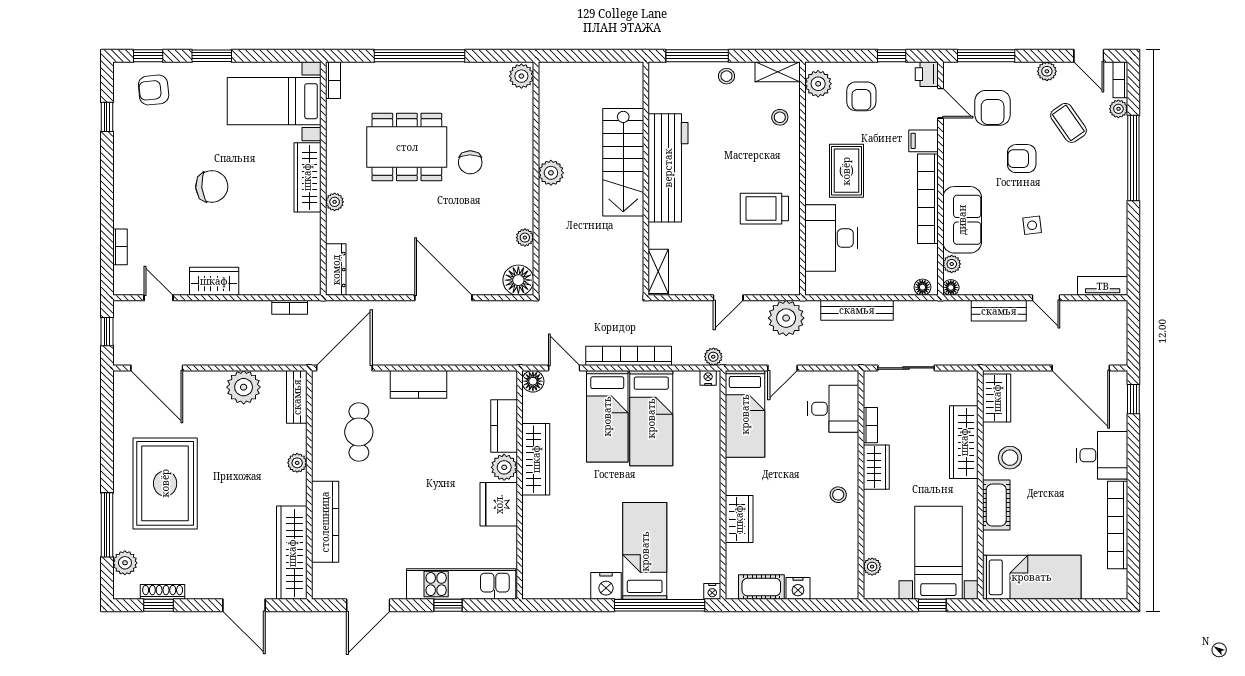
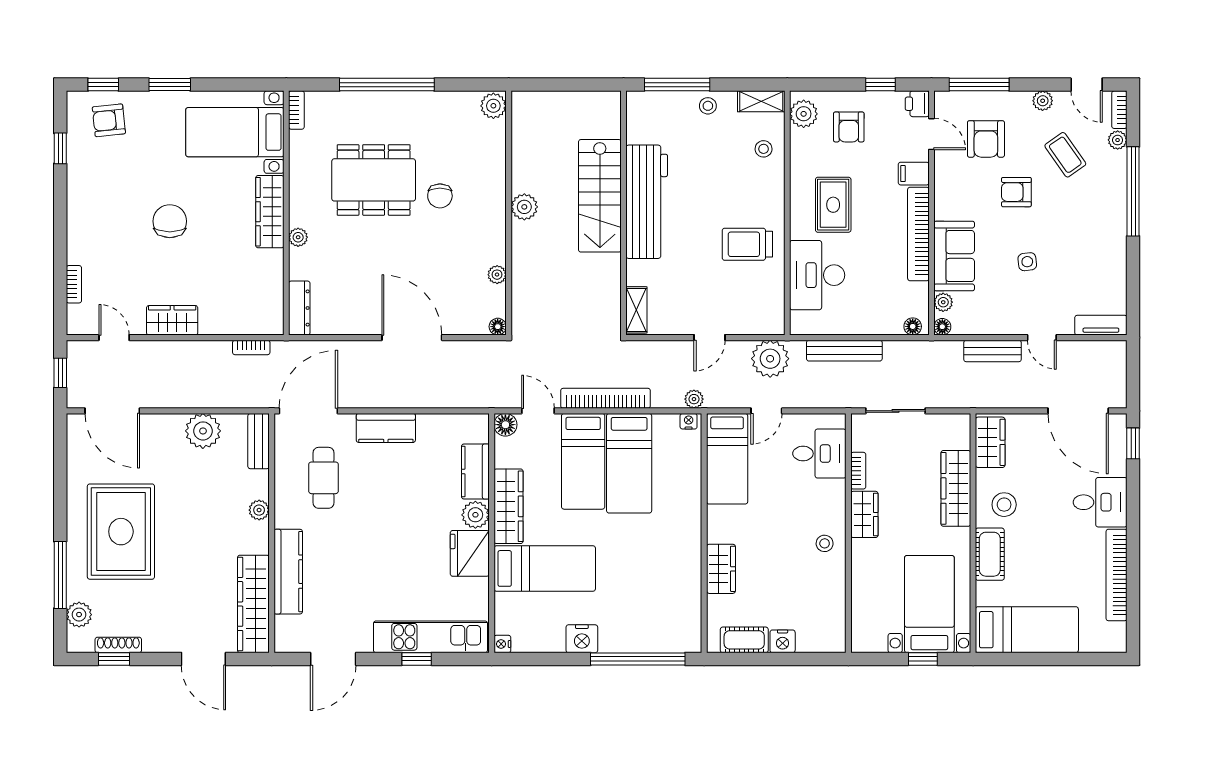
chair: (212, 186) -> (170, 221), turned -85
floor lamp: (518, 280) -> (498, 327), width x0.53, depth x0.53
bed: (645, 551) -> (545, 568), moved, turned 90
plant: (872, 567) -> (860, 619), removed
nightstand: (712, 591) -> (502, 644), moved, turned 90

